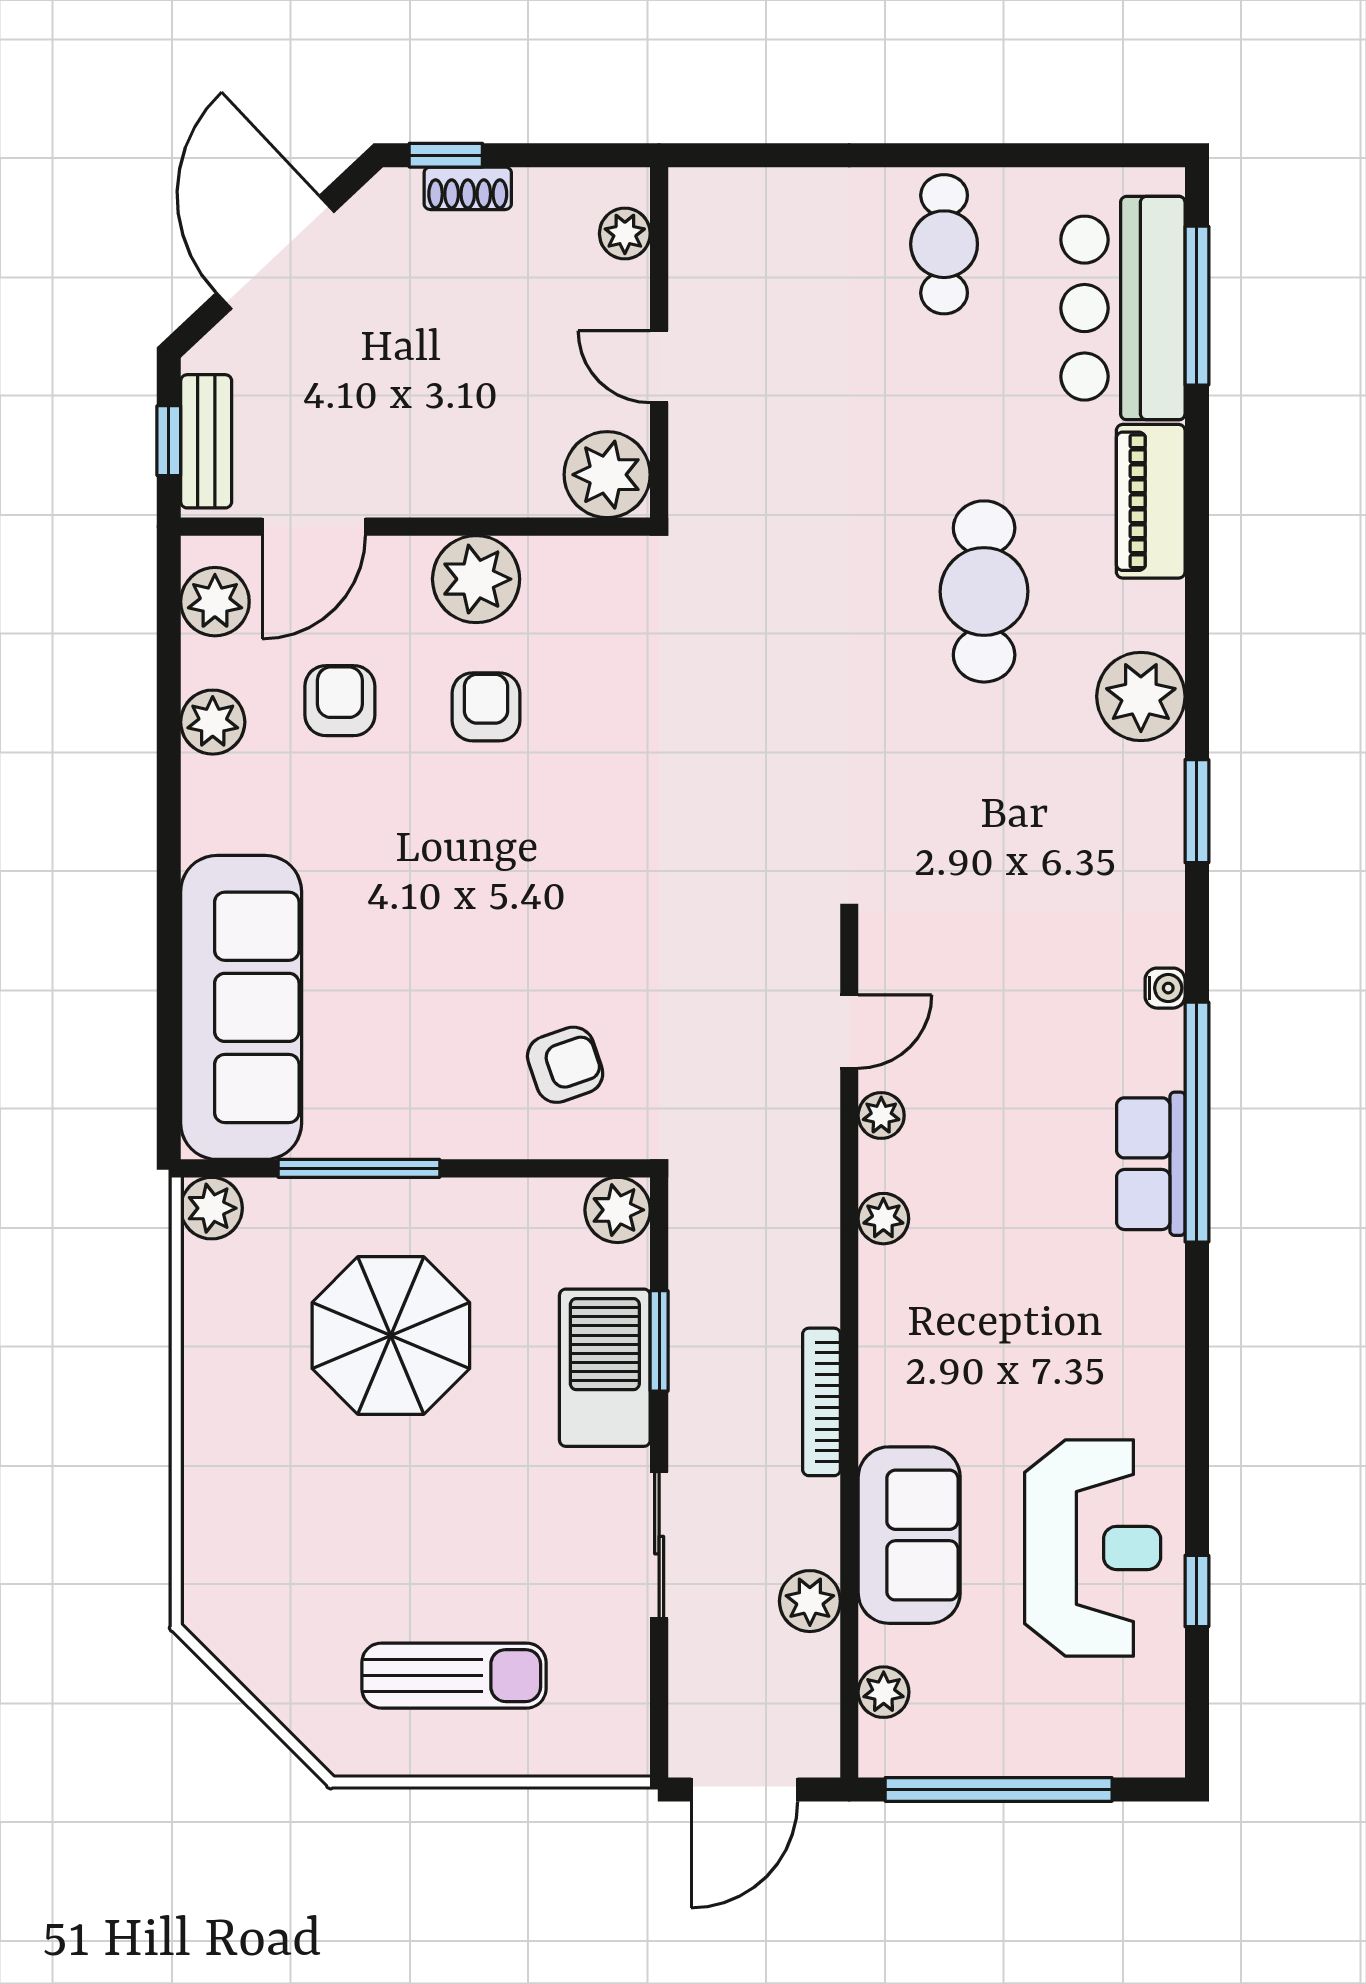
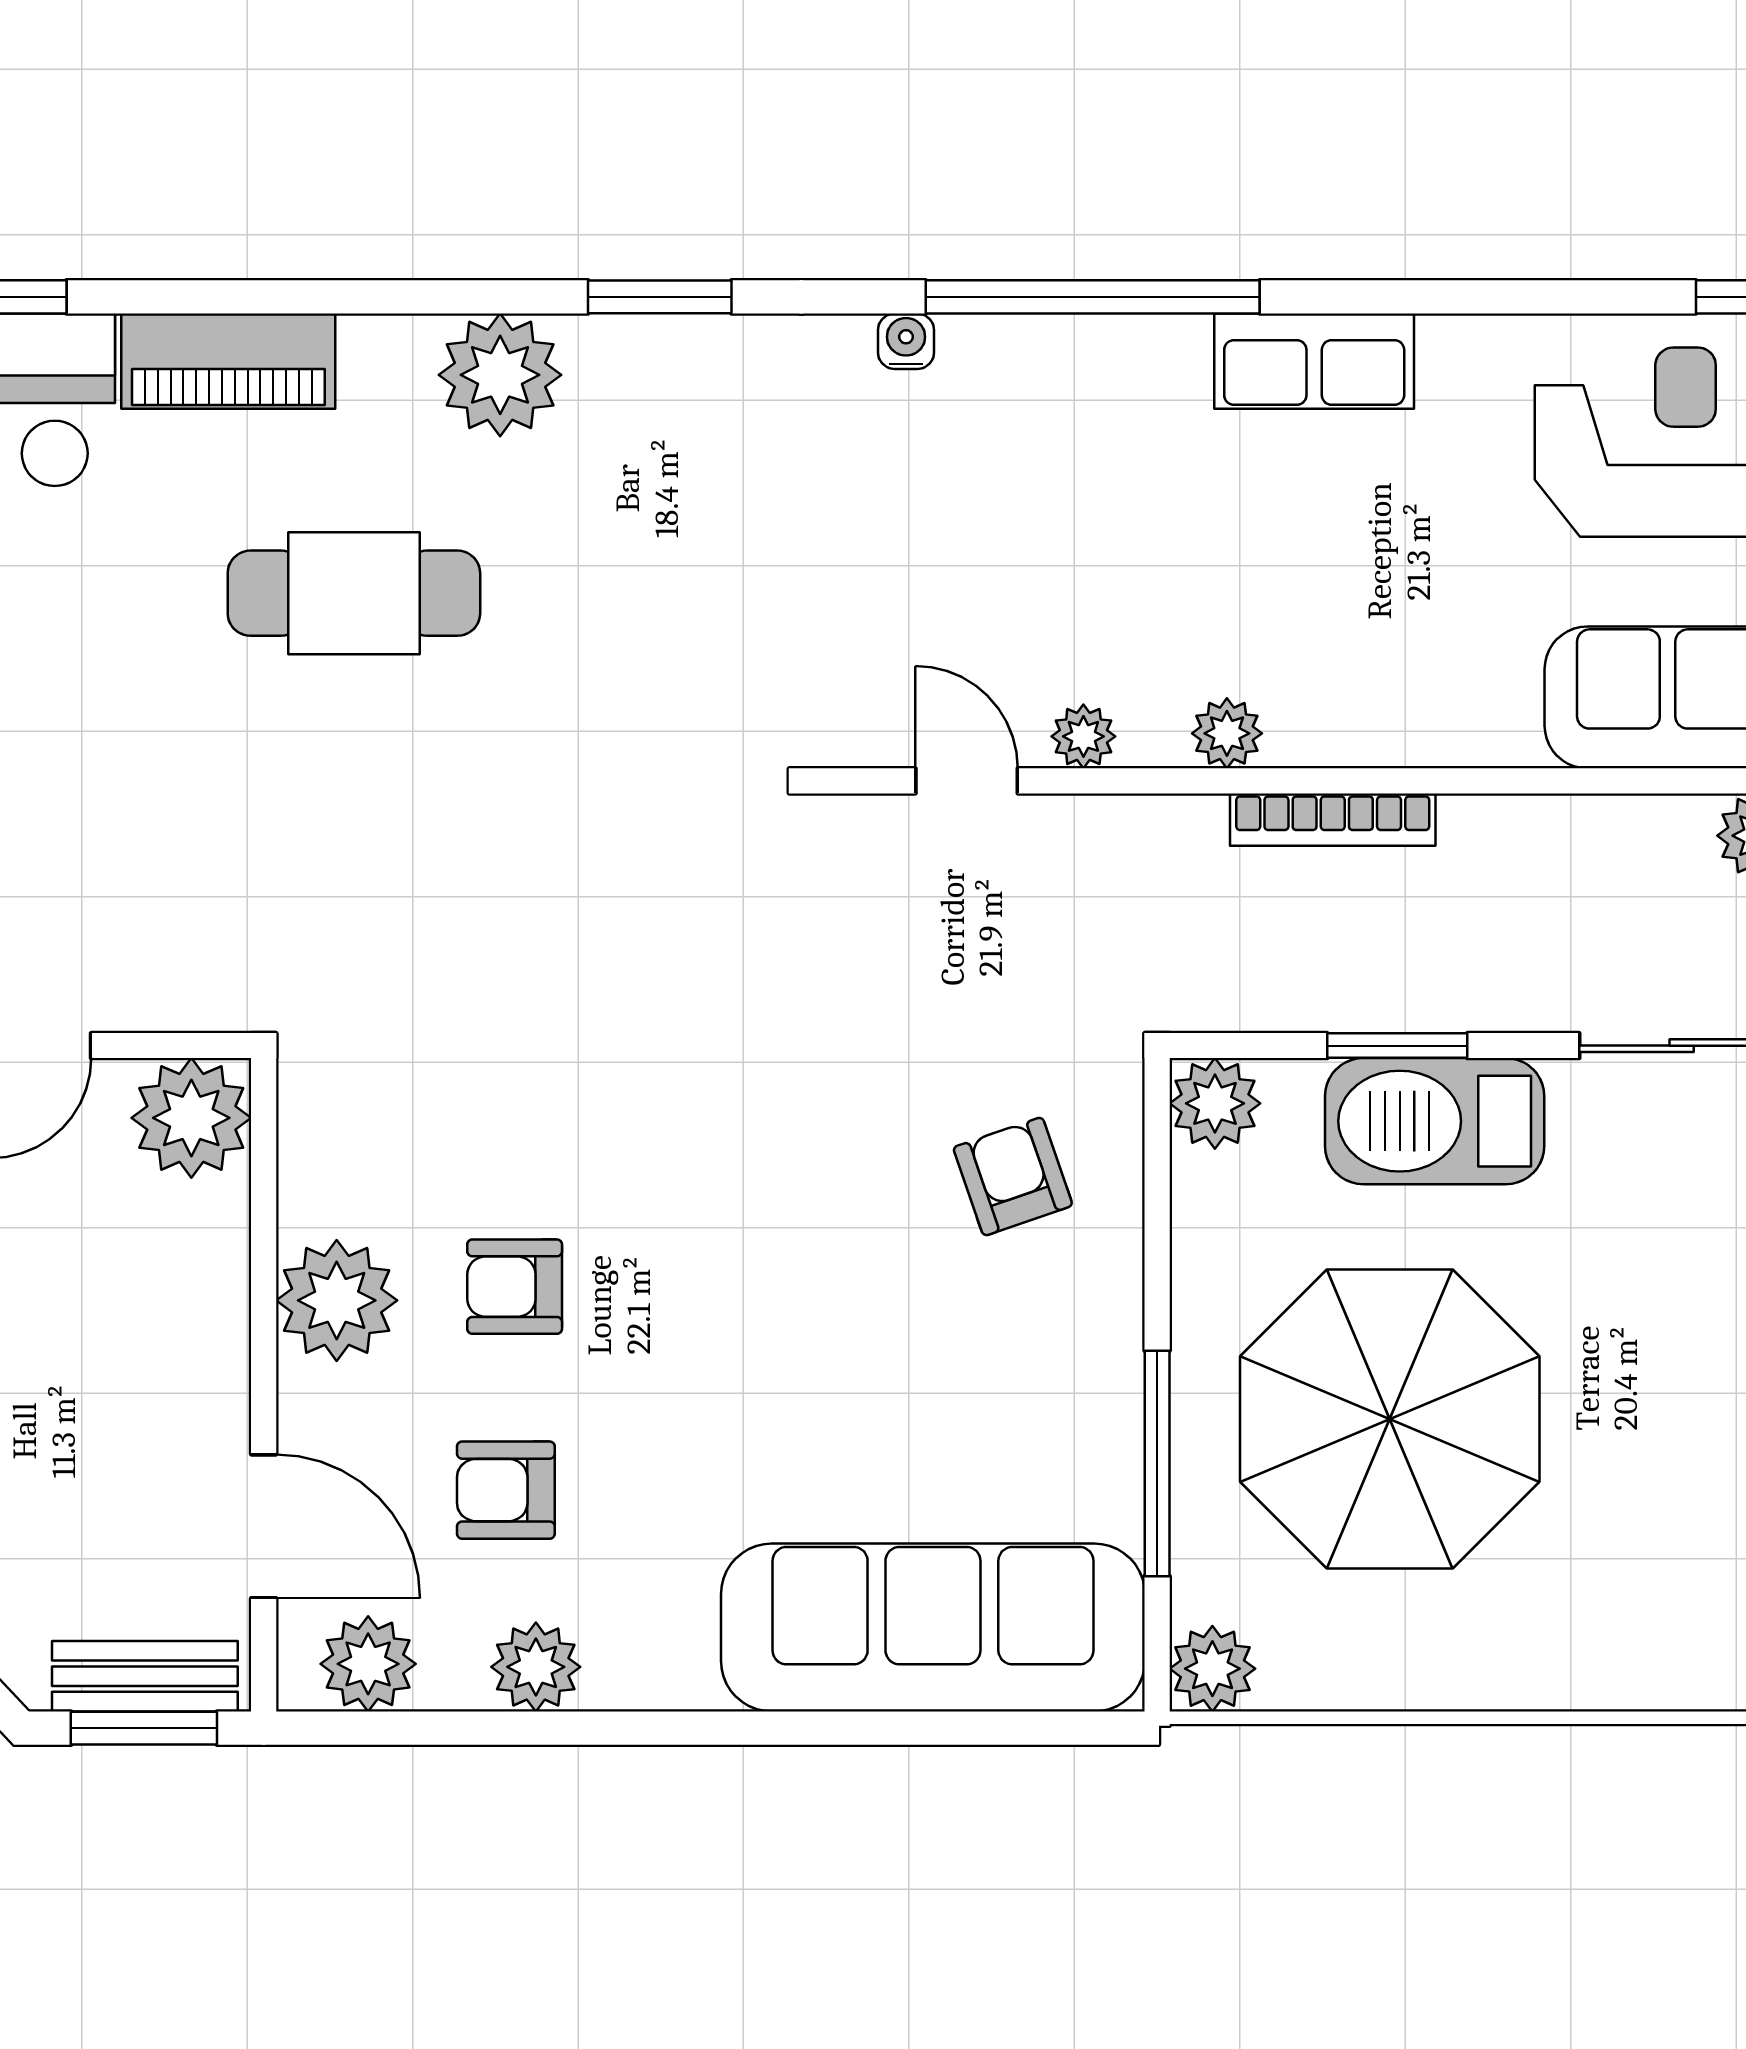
window: (169, 441) -> (144, 1728), width x1.50
row of seats: (1151, 1164) -> (1314, 361), moved
parasol: (391, 1336) -> (1390, 1419), width x1.36, depth x1.36
bookcase: (821, 1402) -> (1333, 820), moved

